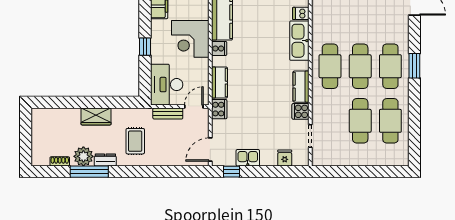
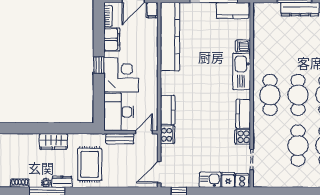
corner desk: (190, 39) -> (121, 75), moved, turned 180
window: (145, 47) -> (99, 65), moved
cooker: (219, 48) -> (242, 180), moved, turned -90
rug: (135, 141) -> (90, 164), width x1.36, depth x1.43
plant: (83, 156) -> (46, 183), width x0.53, depth x0.53
kitchen sink: (248, 158) -> (210, 180), moved

